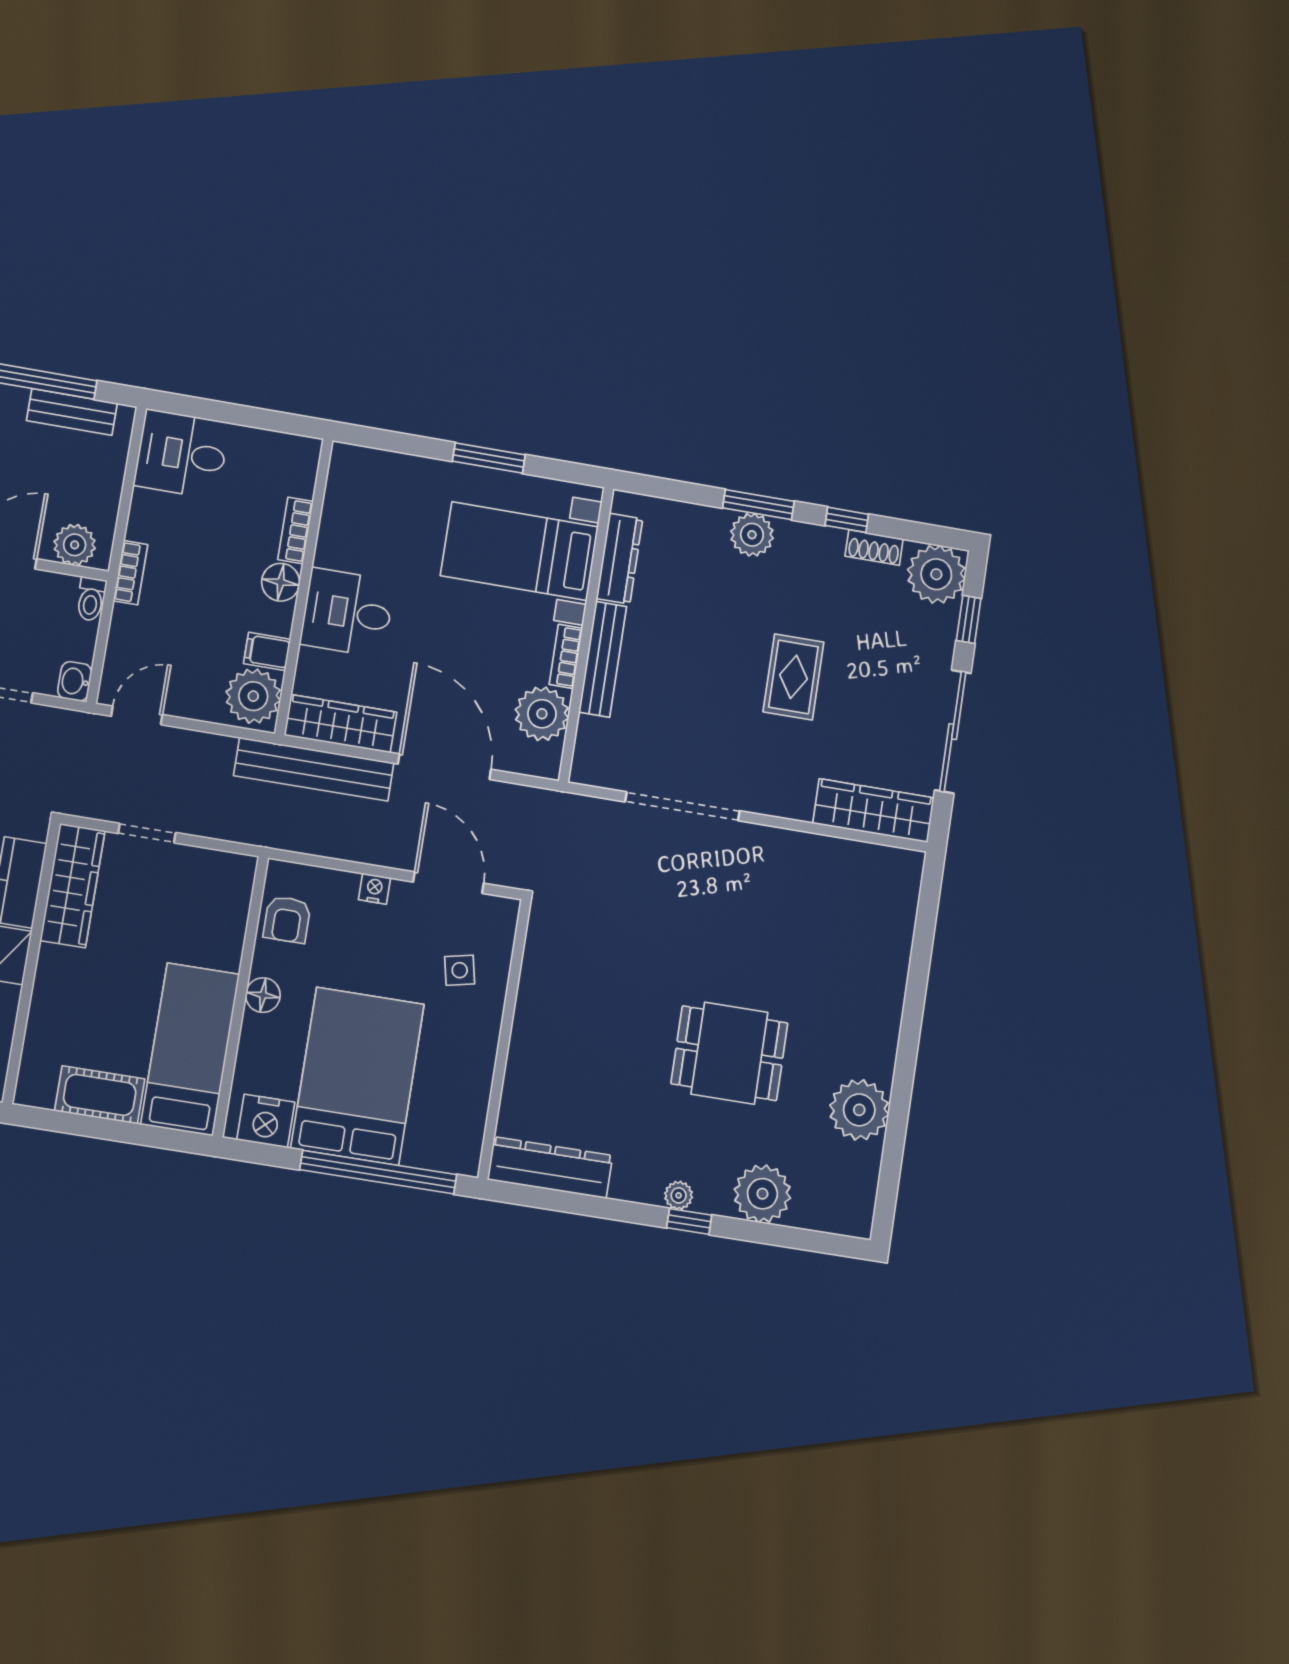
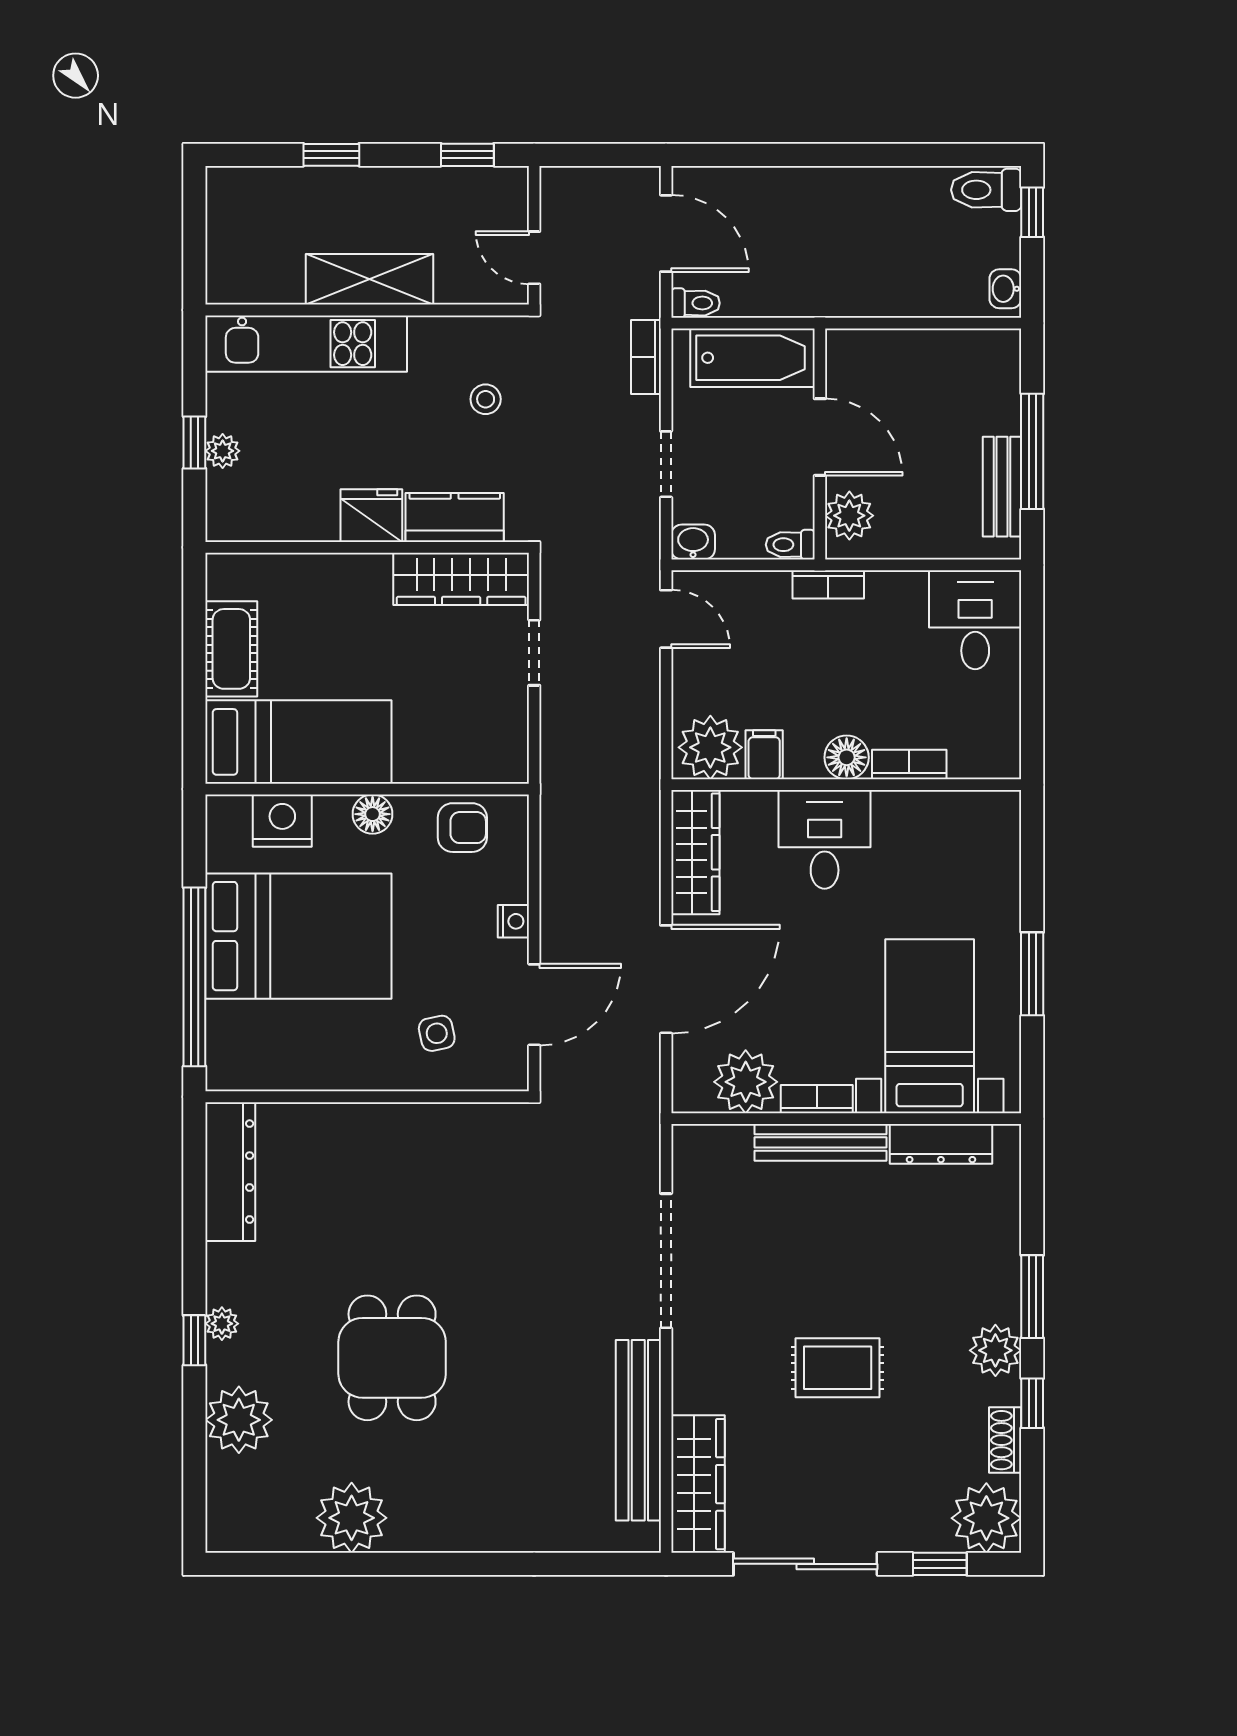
plant: (752, 535) -> (995, 1350), moved
bench: (314, 769) -> (638, 1430), moved
armchair: (287, 919) -> (462, 828), turned 180
nightstand: (266, 1121) -> (282, 821), moved, turned 90

